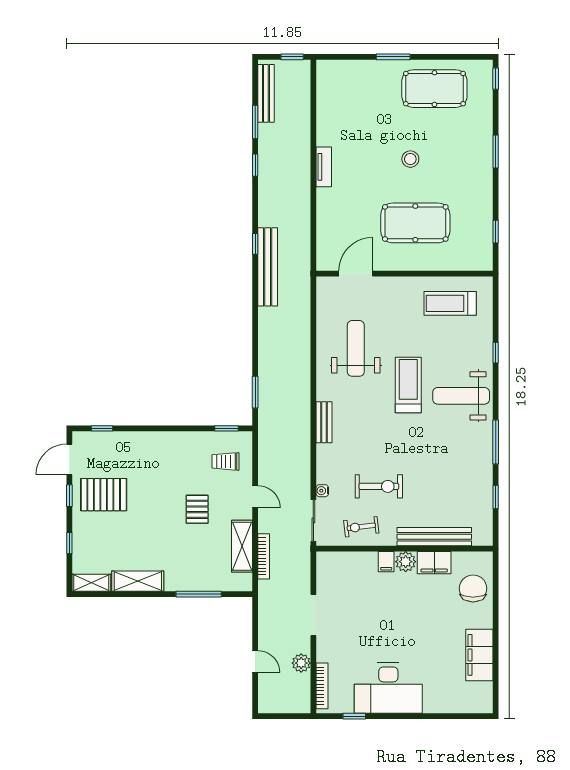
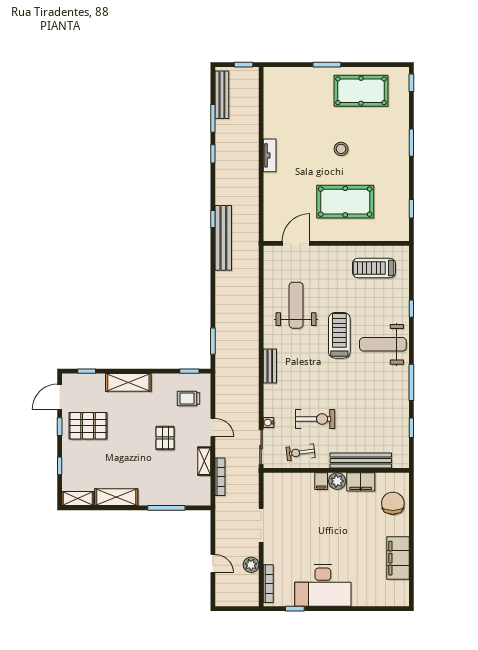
shelving: (152, 442) -> (128, 382), added
shelving: (242, 546) -> (204, 461), width x0.67, depth x0.75

